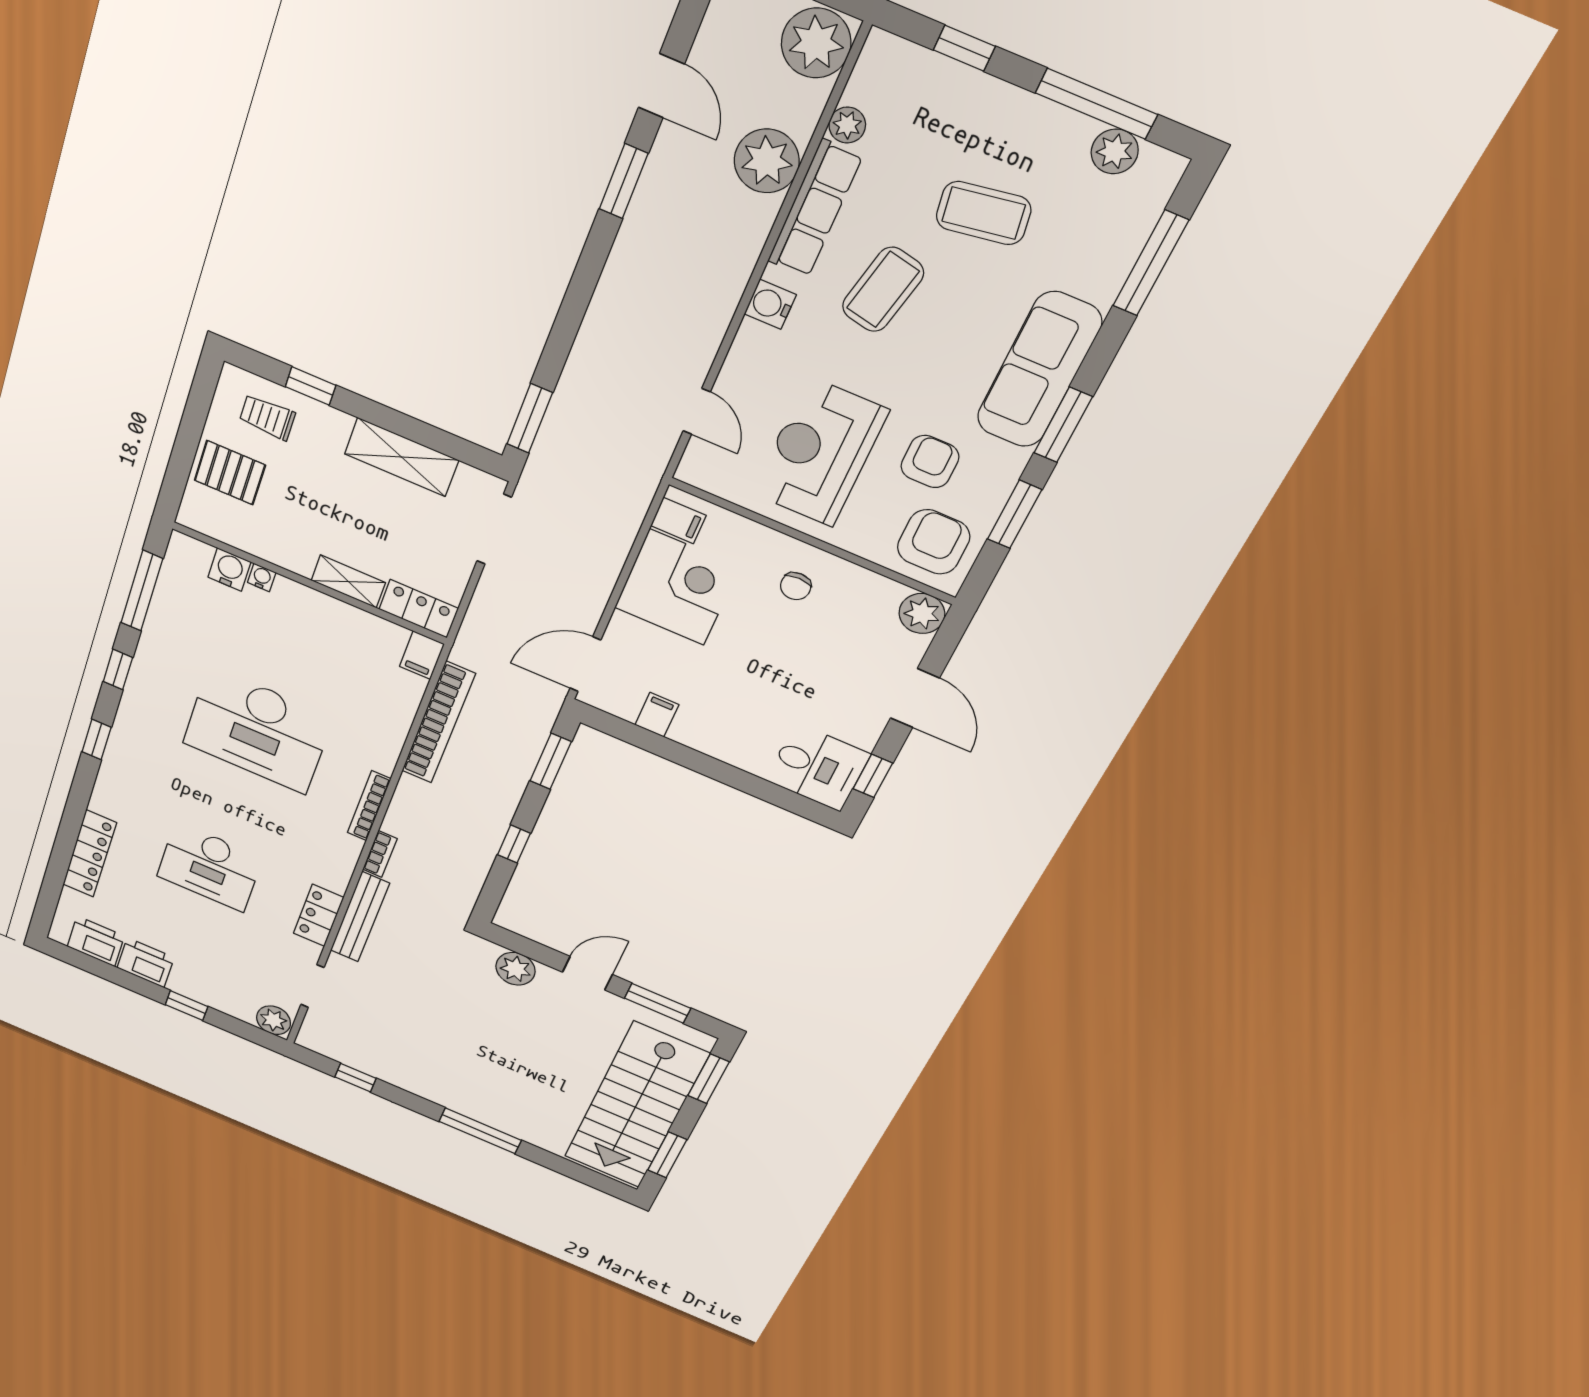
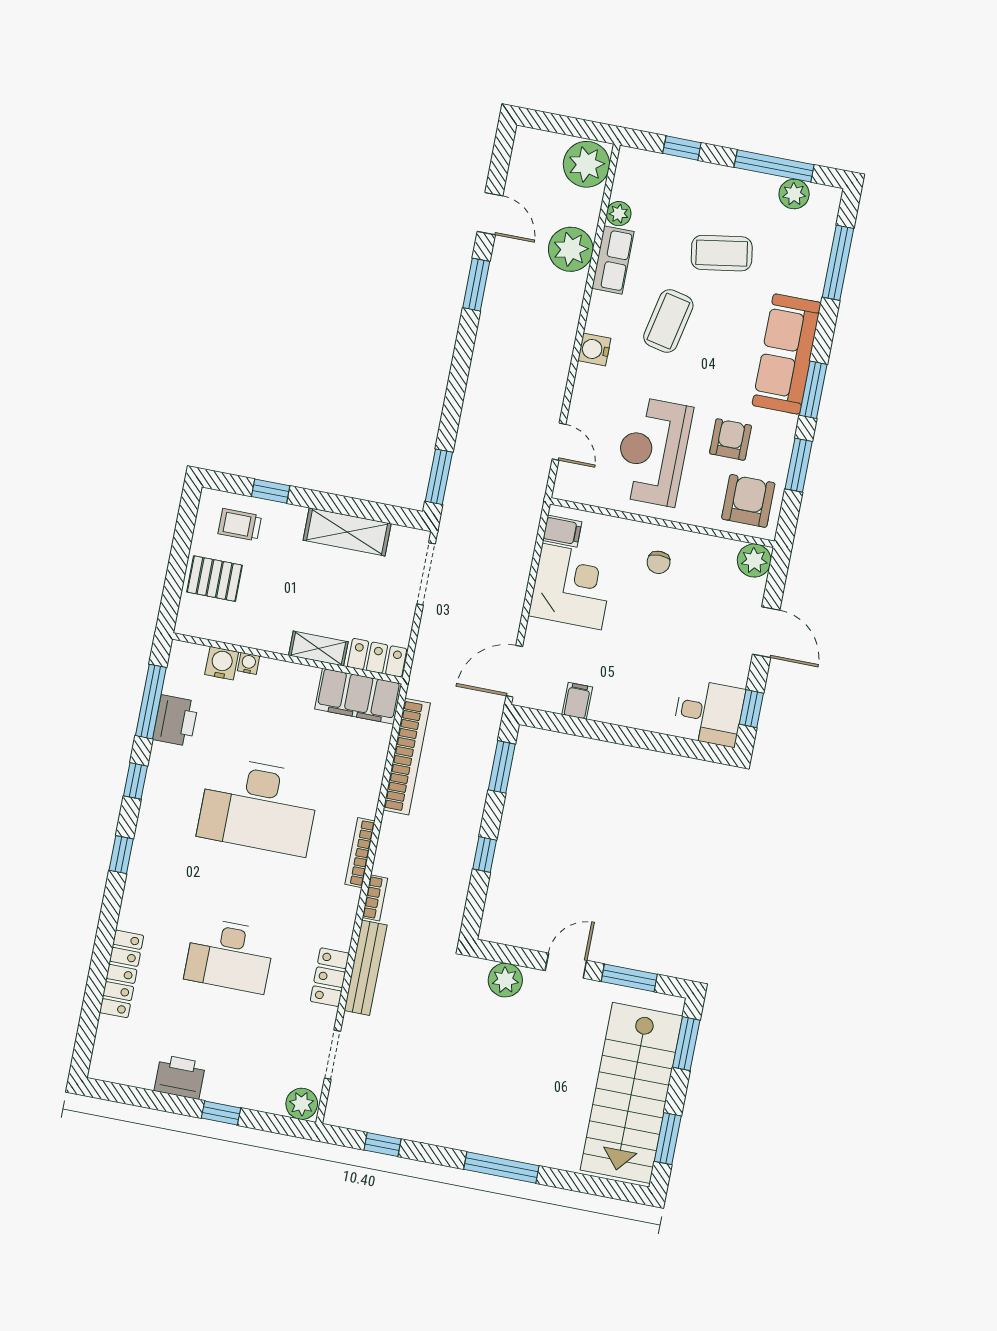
row of seats: (815, 209) -> (613, 260), width x0.68
filing cabinet: (422, 655) -> (358, 696), width x3.00, depth x1.17
printer: (96, 941) -> (176, 721), moved, turned 90

